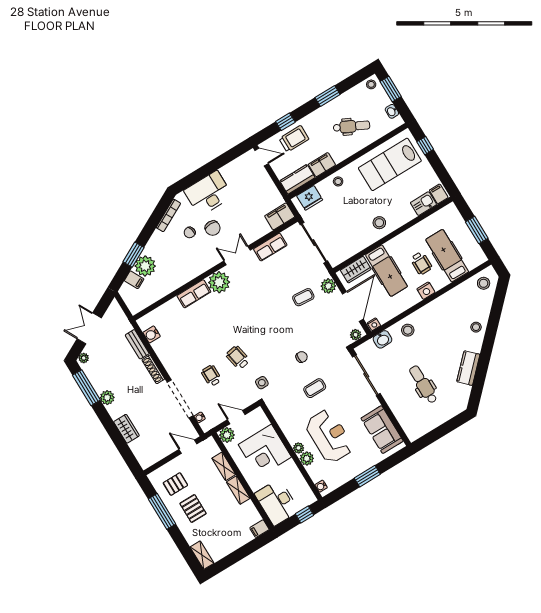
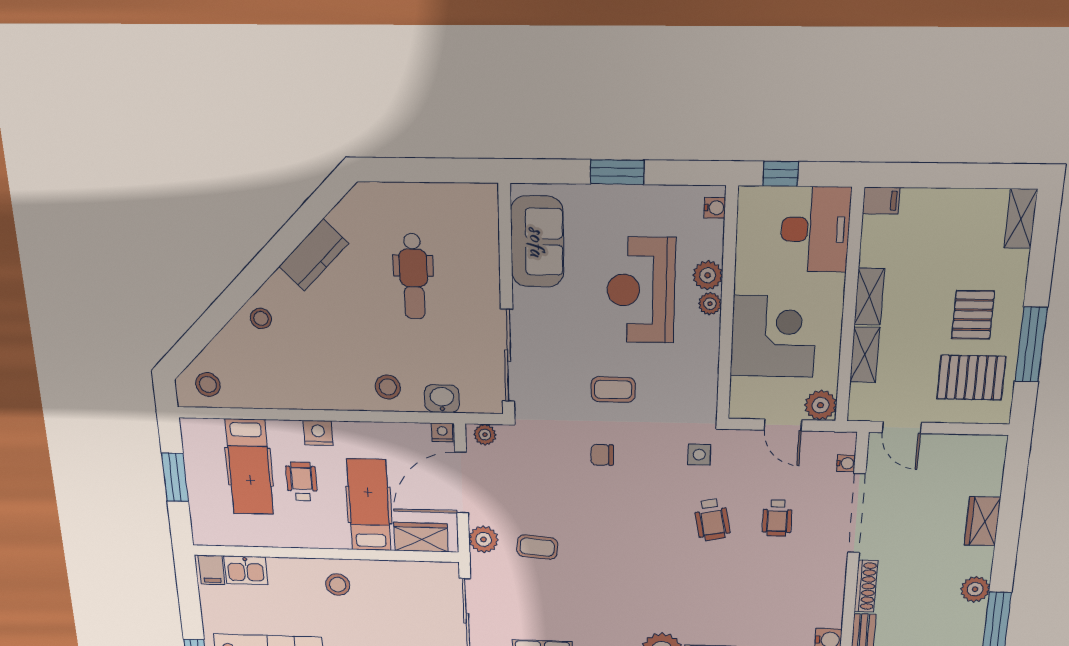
pallet: (175, 484) -> (971, 378), width x1.50, depth x1.42

